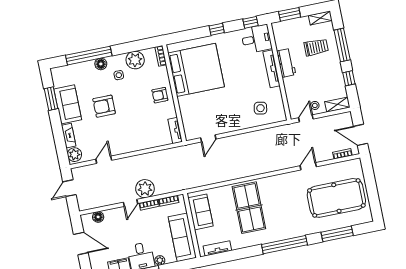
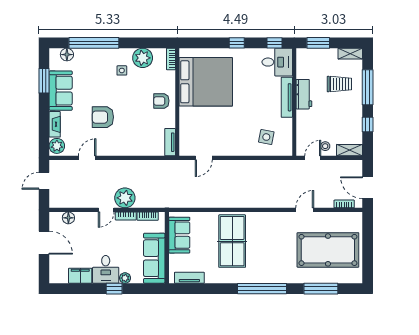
floor lamp: (101, 64) -> (67, 55), moved
armchair: (104, 106) -> (103, 117), moved

